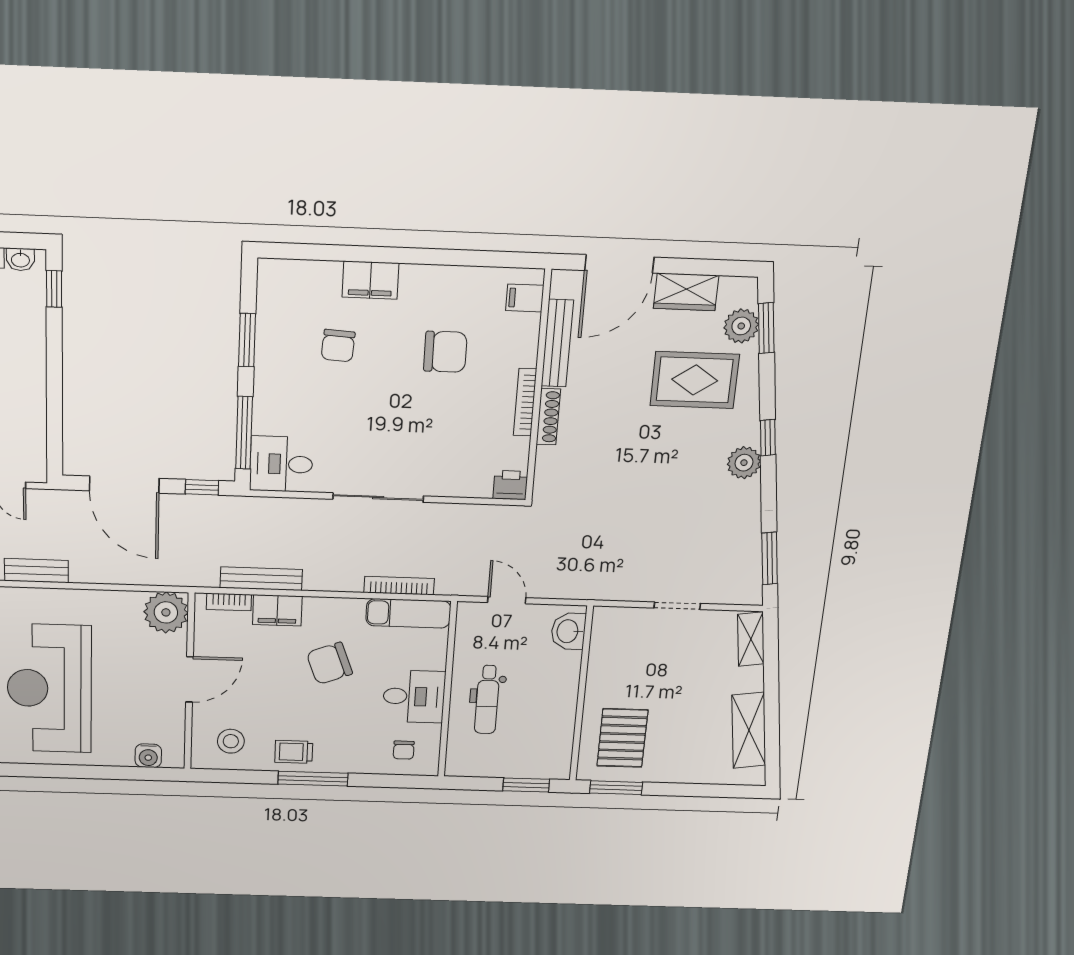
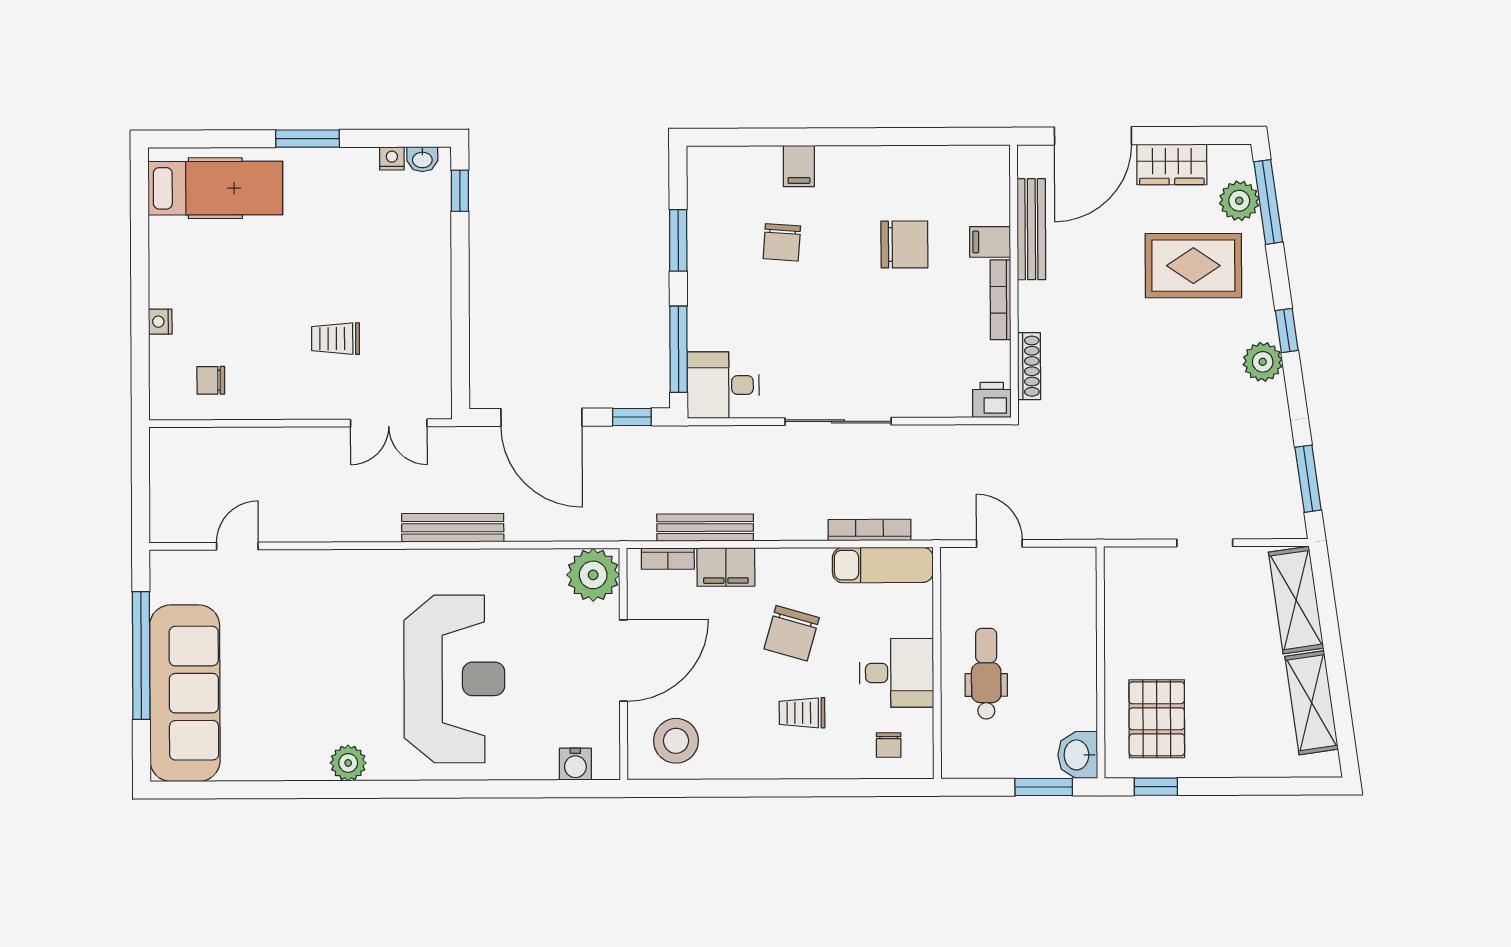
filing cabinet: (370, 280) -> (799, 166), width x0.50
filing cabinet: (525, 298) -> (990, 242), moved
window: (766, 328) -> (1268, 202), width x1.44
shoe rack: (548, 417) -> (1029, 366), moved
bench: (36, 571) -> (453, 528), width x1.36
washbasin: (568, 631) -> (1078, 755), moved
shelving: (751, 639) -> (1296, 600), width x1.50, depth x1.33
chair: (329, 663) -> (792, 633), turned -53
door: (189, 679) -> (623, 661), width x1.36
reception desk: (49, 689) -> (454, 679), turned 180
dental chair: (487, 700) -> (986, 674), turned 180
stool: (231, 741) -> (676, 741), width x1.38, depth x1.38
trolley: (294, 752) -> (802, 713), moved
window: (313, 779) -> (779, 788), removed
window: (616, 788) -> (1156, 787), width x0.67

